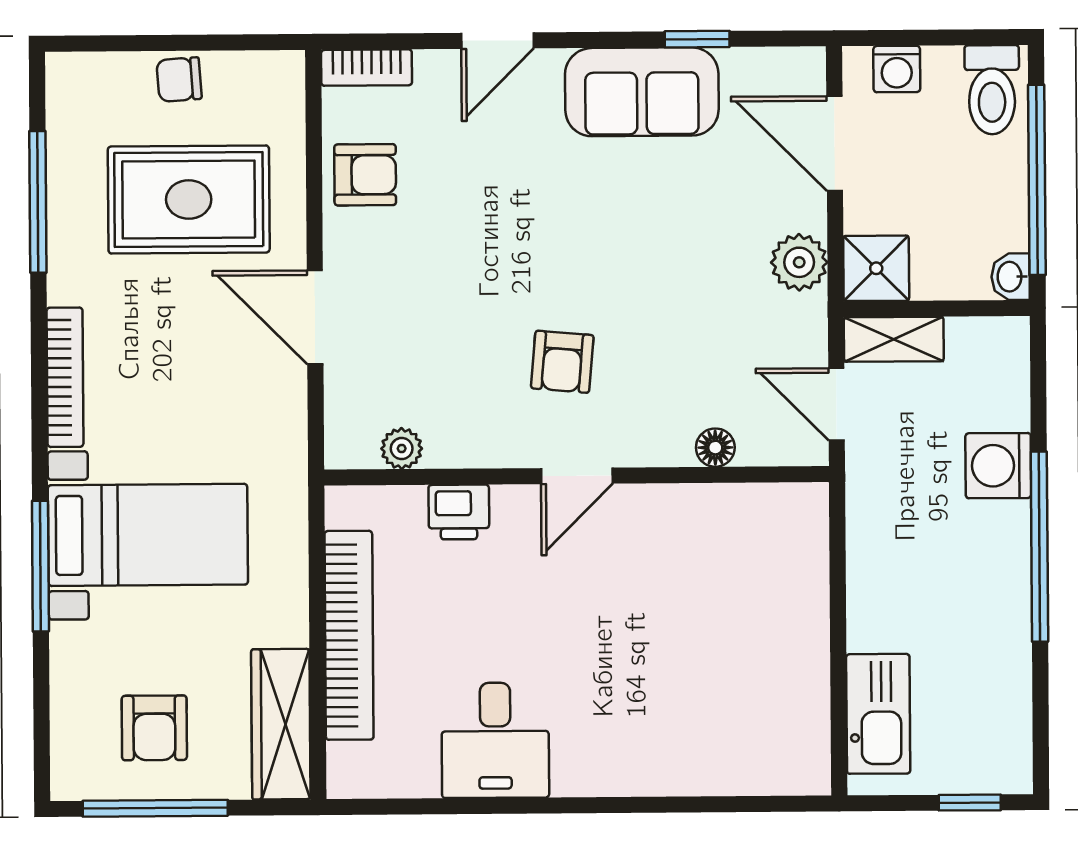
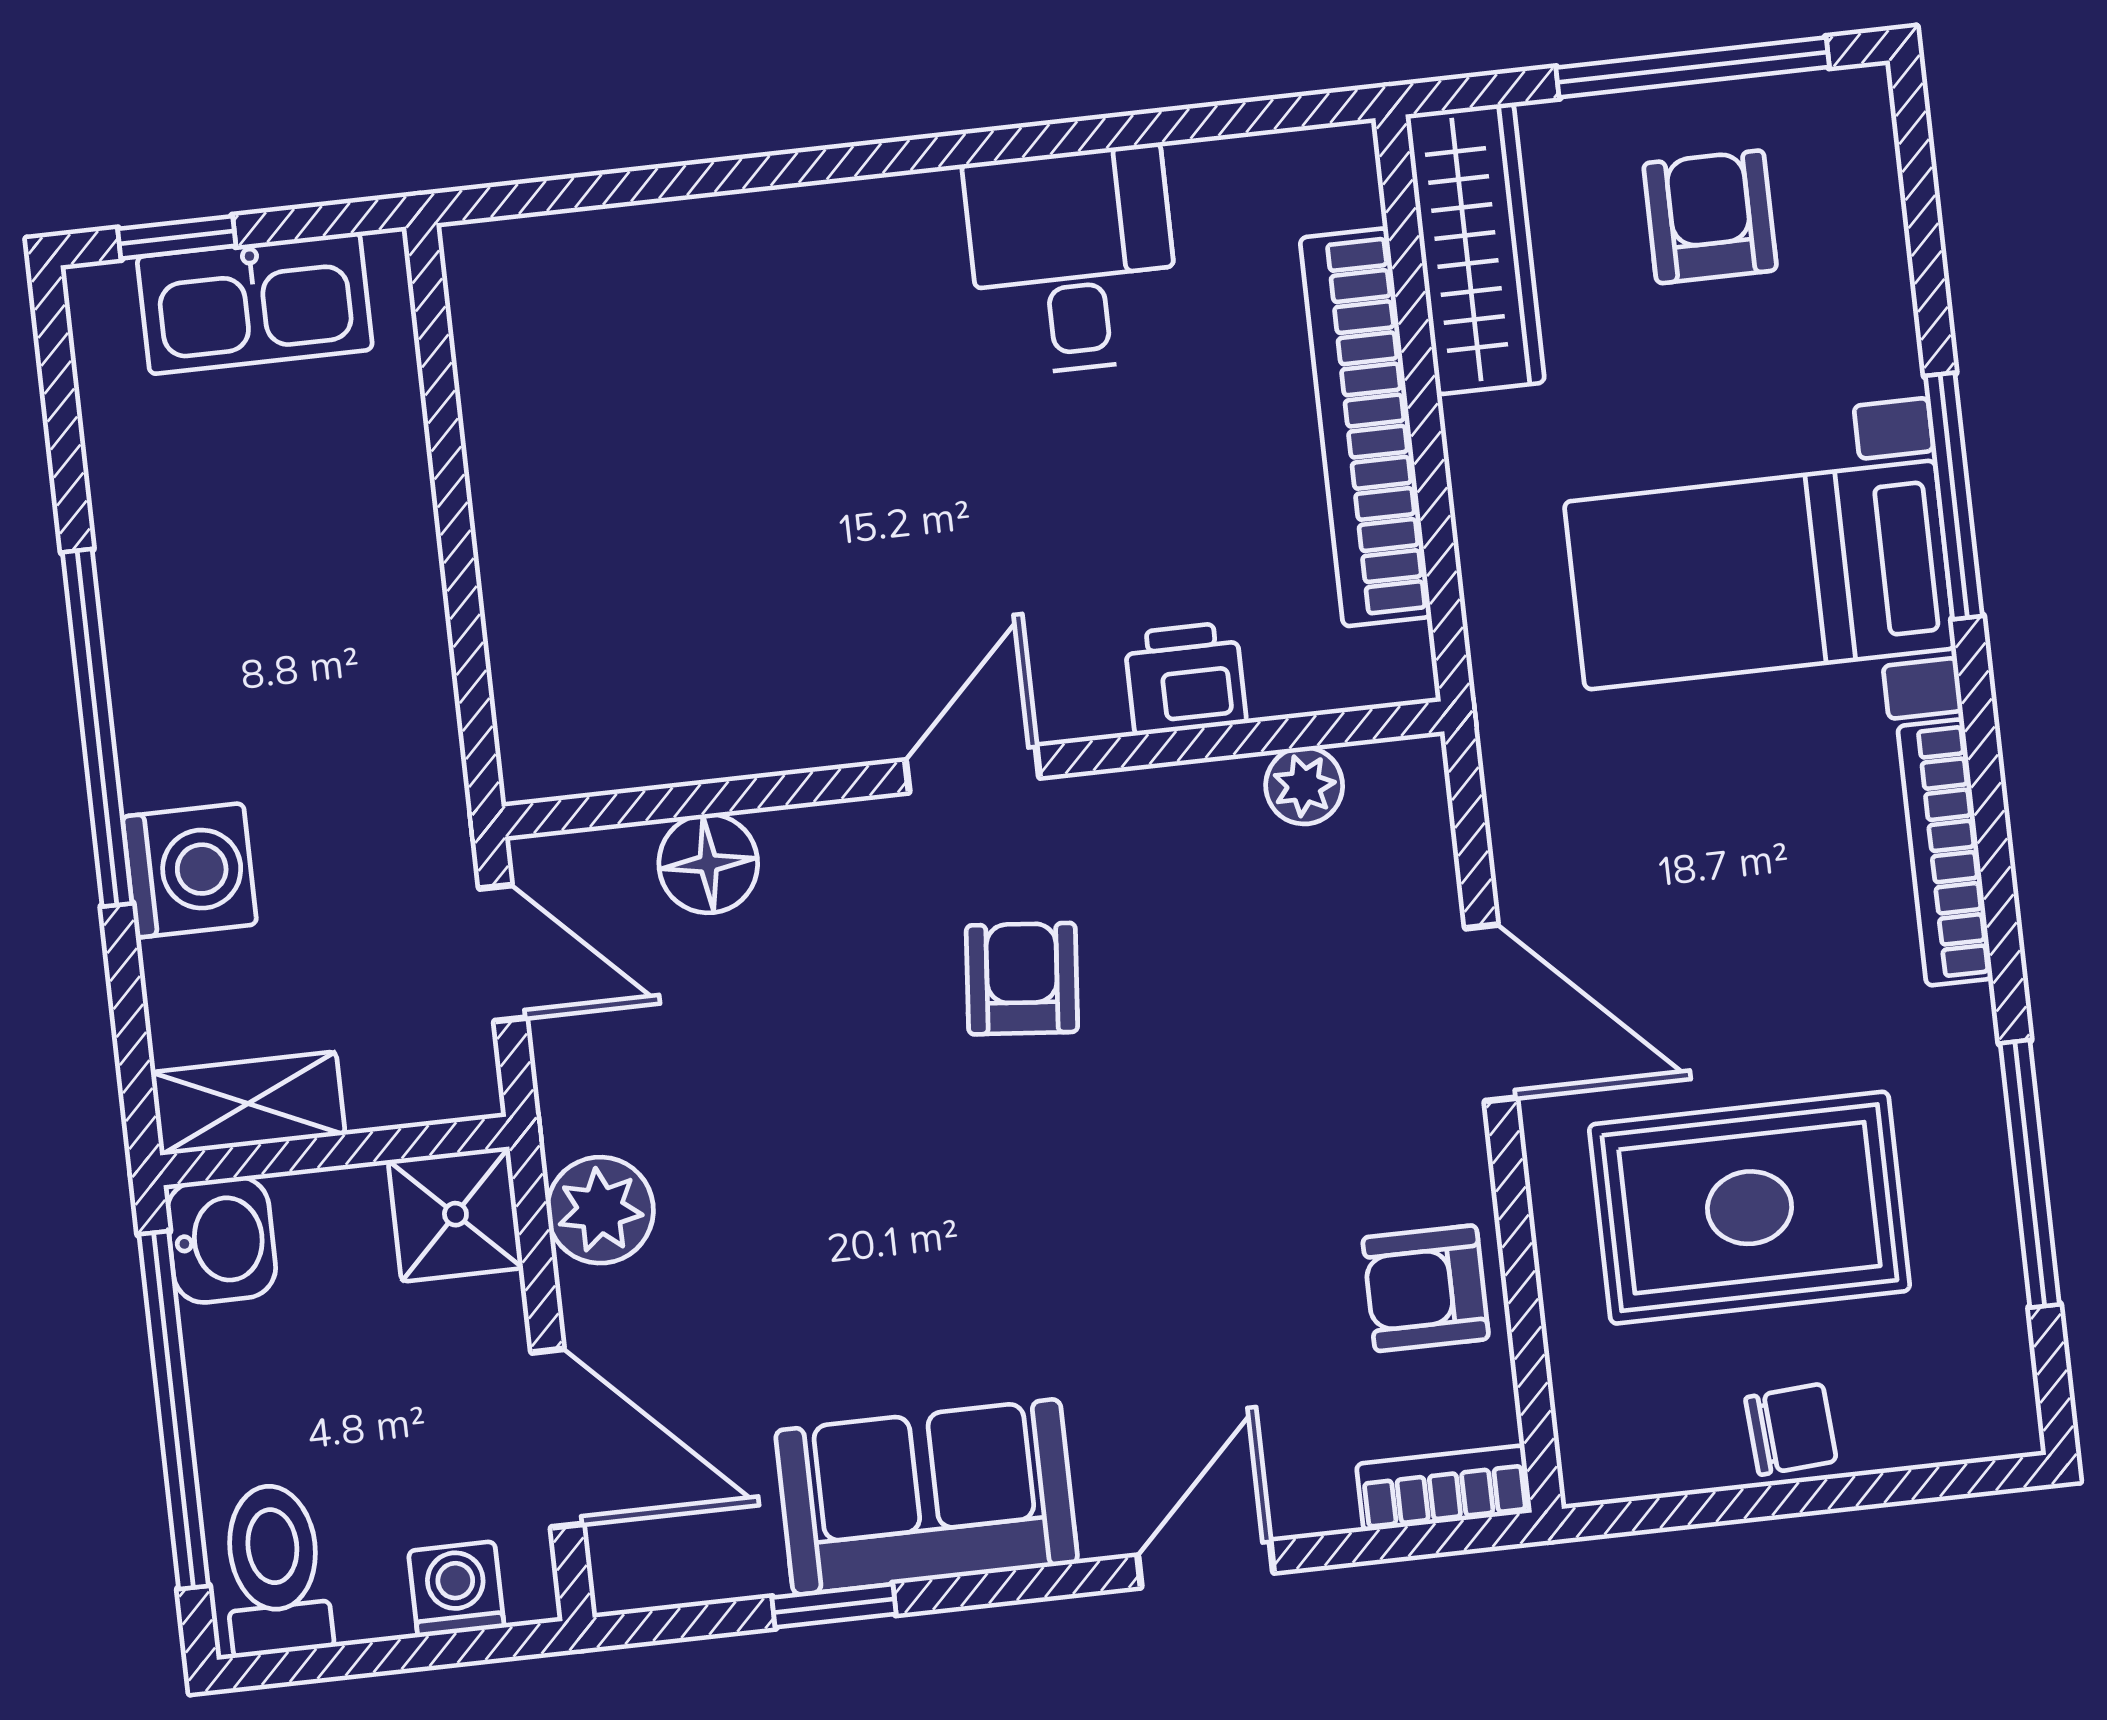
washbasin: (1011, 277) -> (221, 1240), width x1.38, depth x1.45
shelving: (894, 339) -> (248, 1103), moved
floor lamp: (715, 448) -> (708, 863), width x1.37, depth x1.37
kitchen sink: (878, 714) -> (255, 303), moved, turned -90

